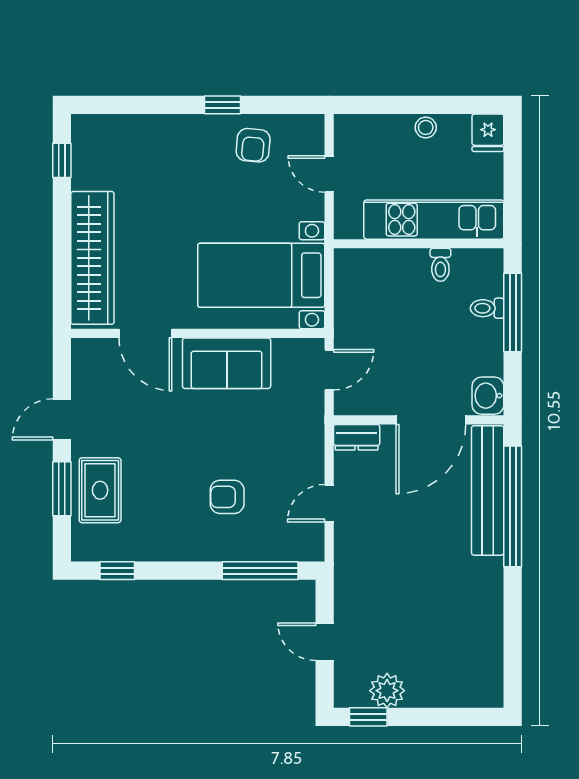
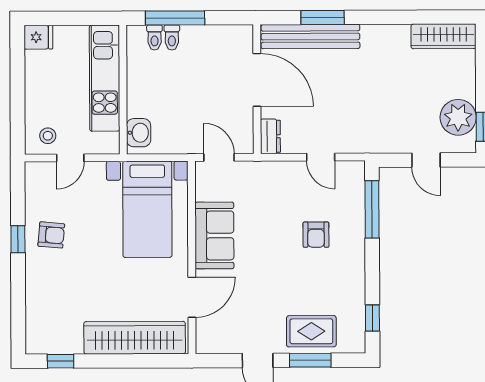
stool: (426, 127) -> (48, 136), moved
armchair: (253, 145) -> (51, 235), moved
toilet: (440, 265) -> (155, 37), moved, turned 90
washbasin: (488, 396) -> (139, 133), moved, turned -90
window: (513, 506) -> (323, 17), width x0.47
door: (325, 642) -> (426, 160), hinge flipped
wardrobe: (487, 665) -> (443, 36), added
plant: (387, 691) -> (458, 117), width x1.36, depth x1.36

